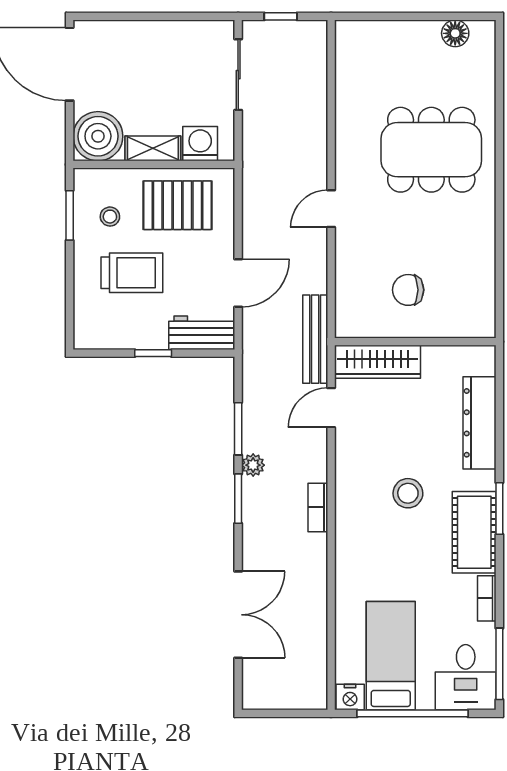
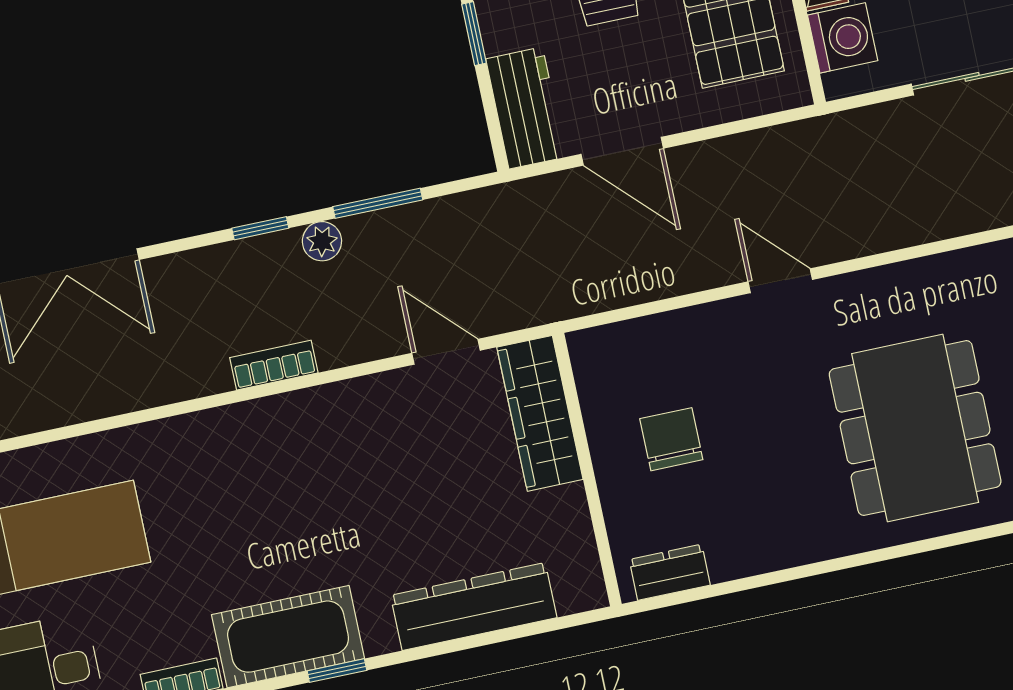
dresser: (484, 307) -> (670, 572), added
bench: (315, 339) -> (556, 301), removed
stool: (408, 493) -> (330, 511), removed
window: (238, 499) -> (260, 228), width x0.67
window: (499, 509) -> (337, 671), width x0.67

